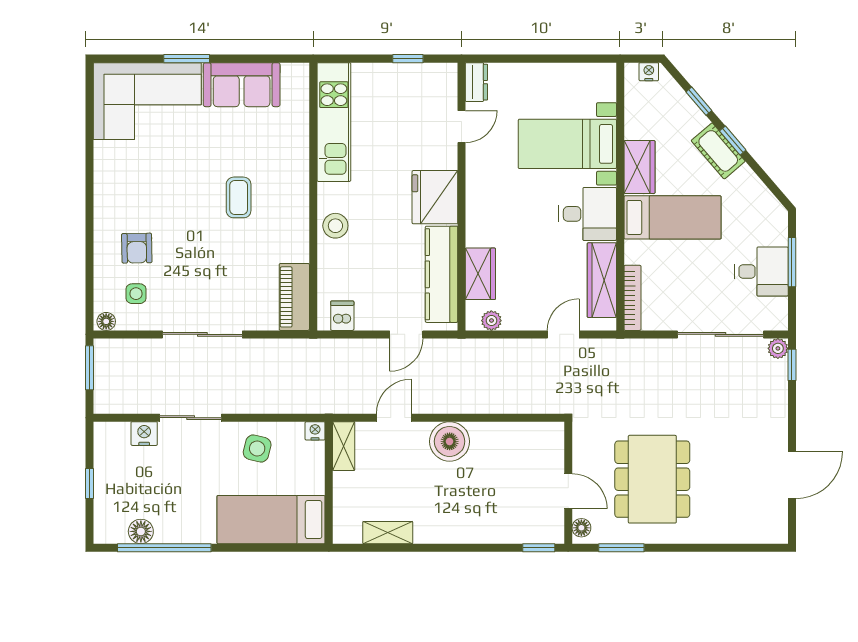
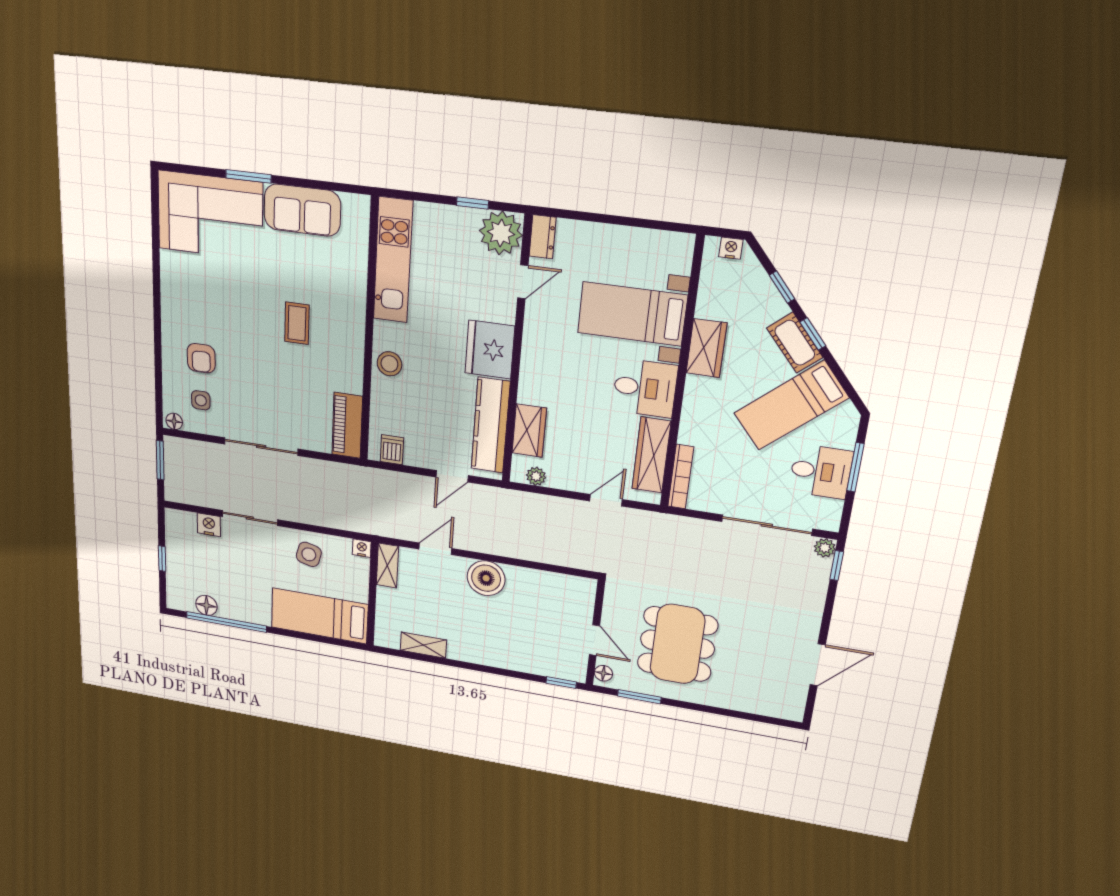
plant: (437, 83) -> (501, 233), added
bed: (673, 217) -> (791, 405), moved, turned 139

